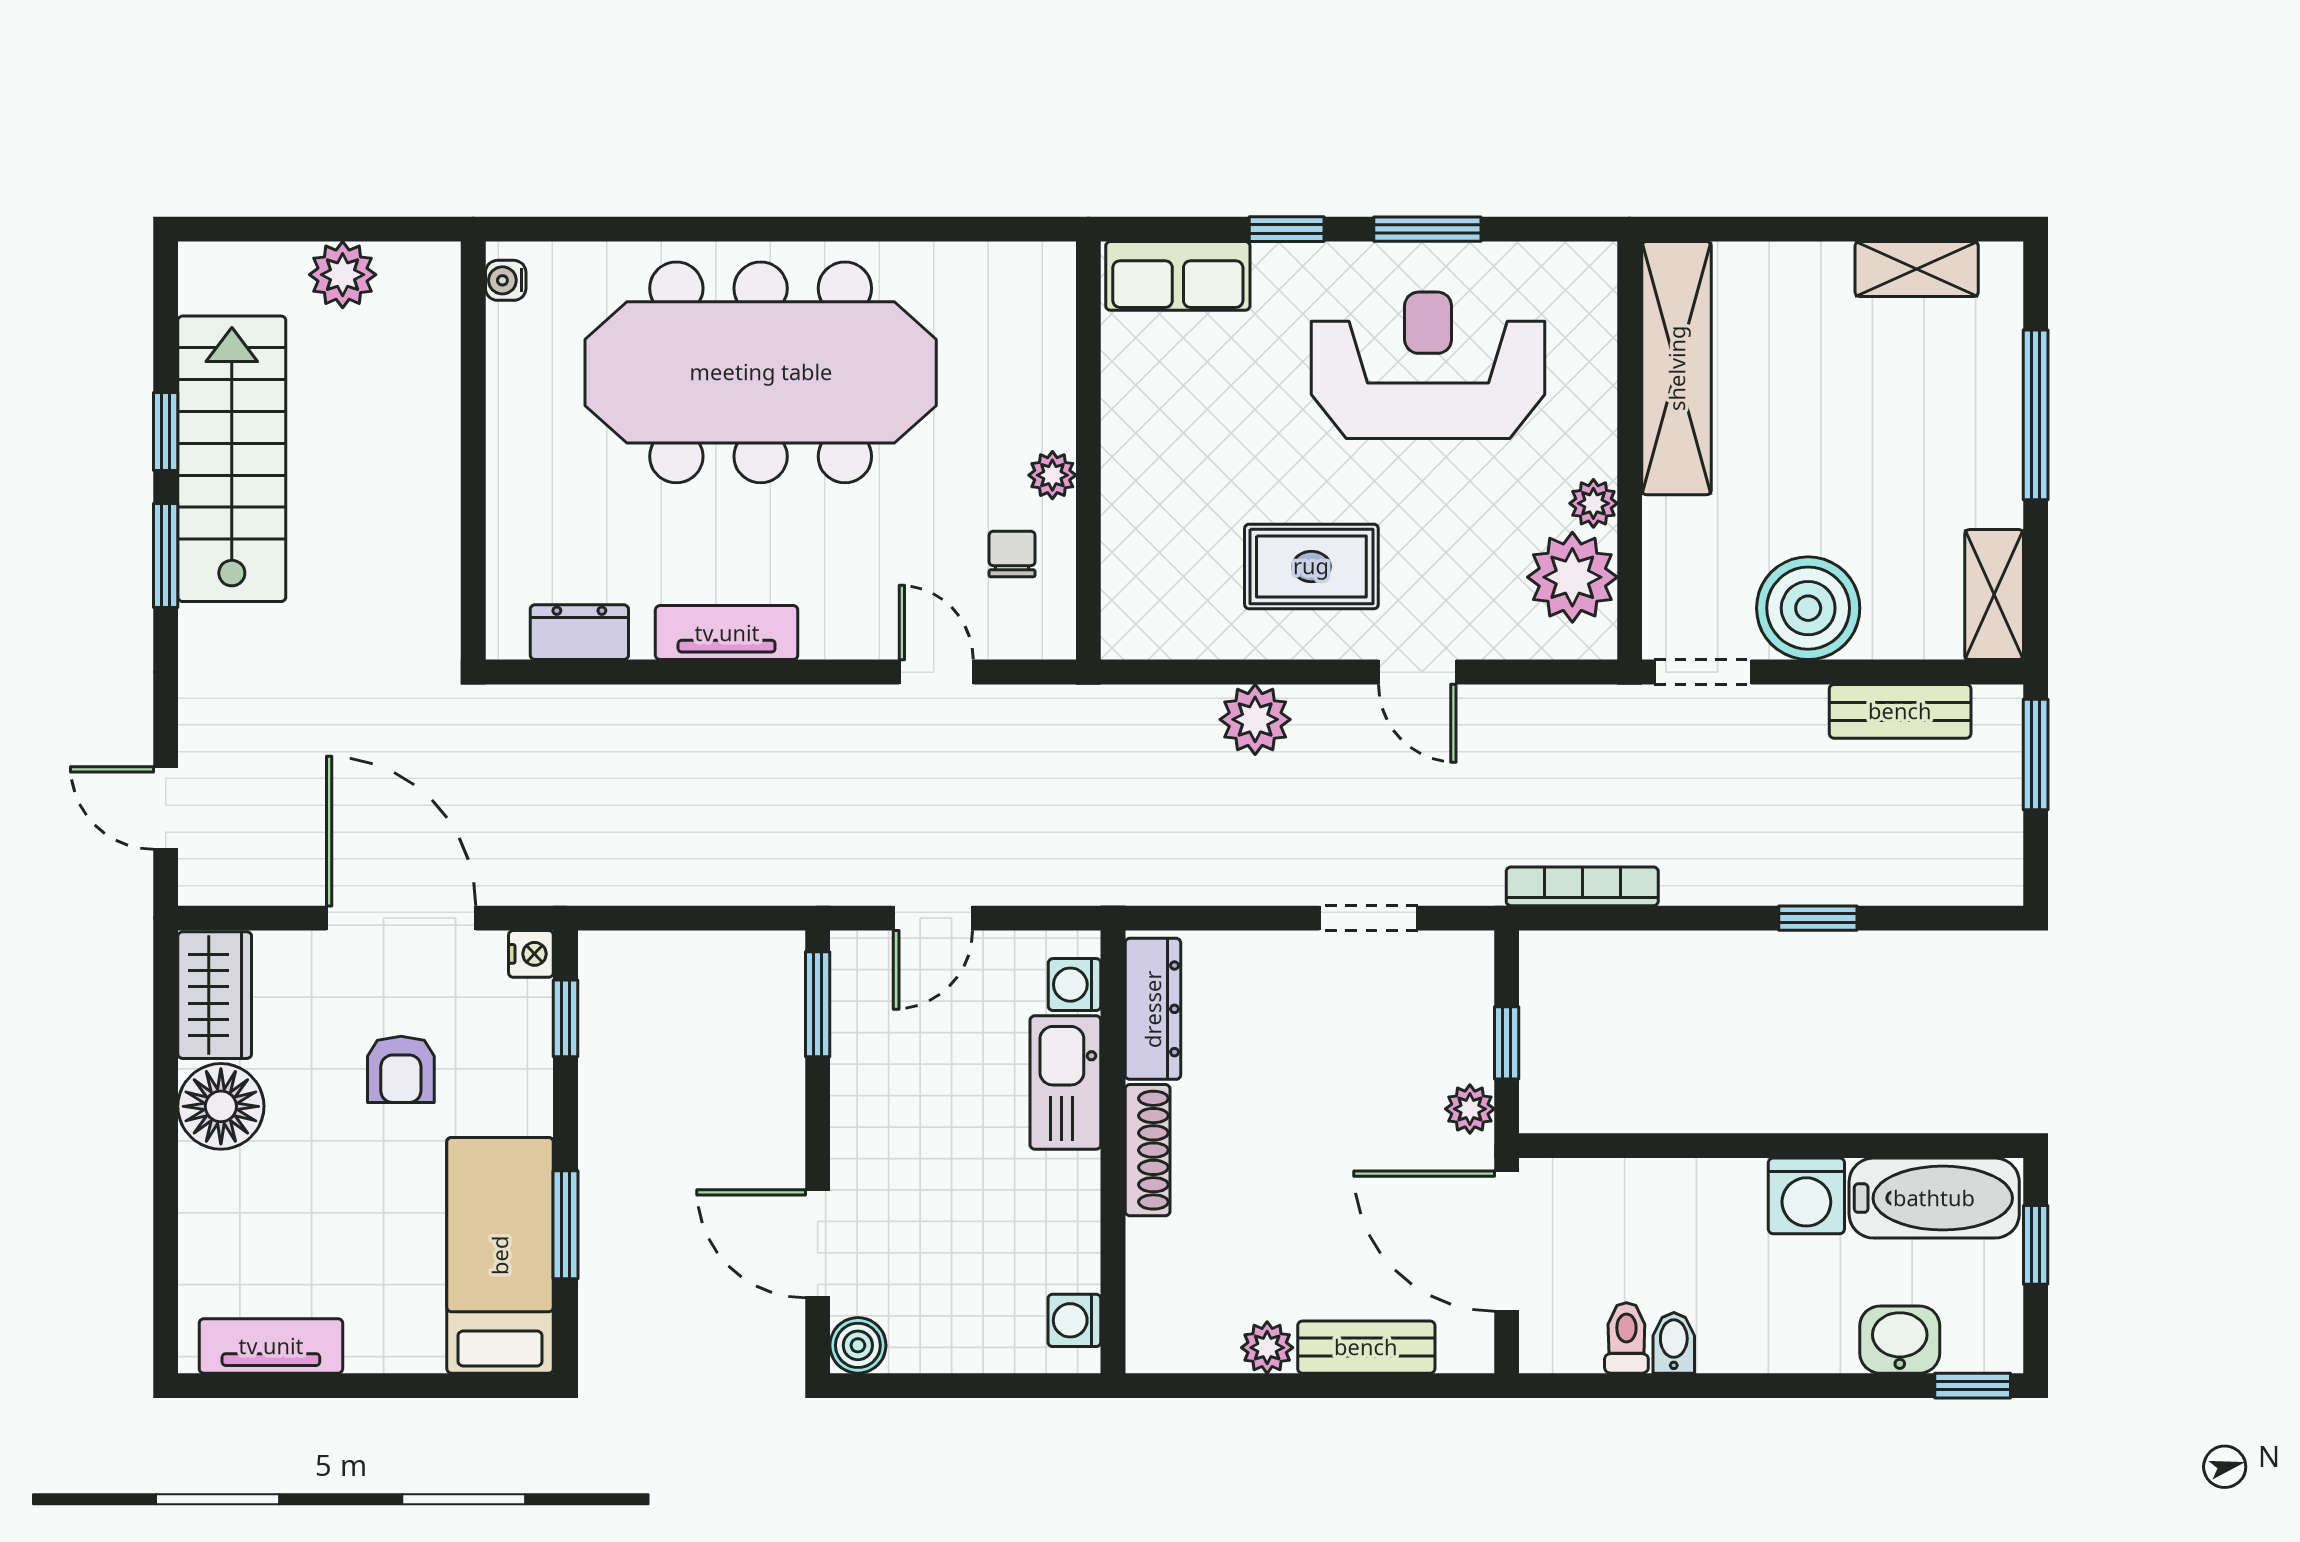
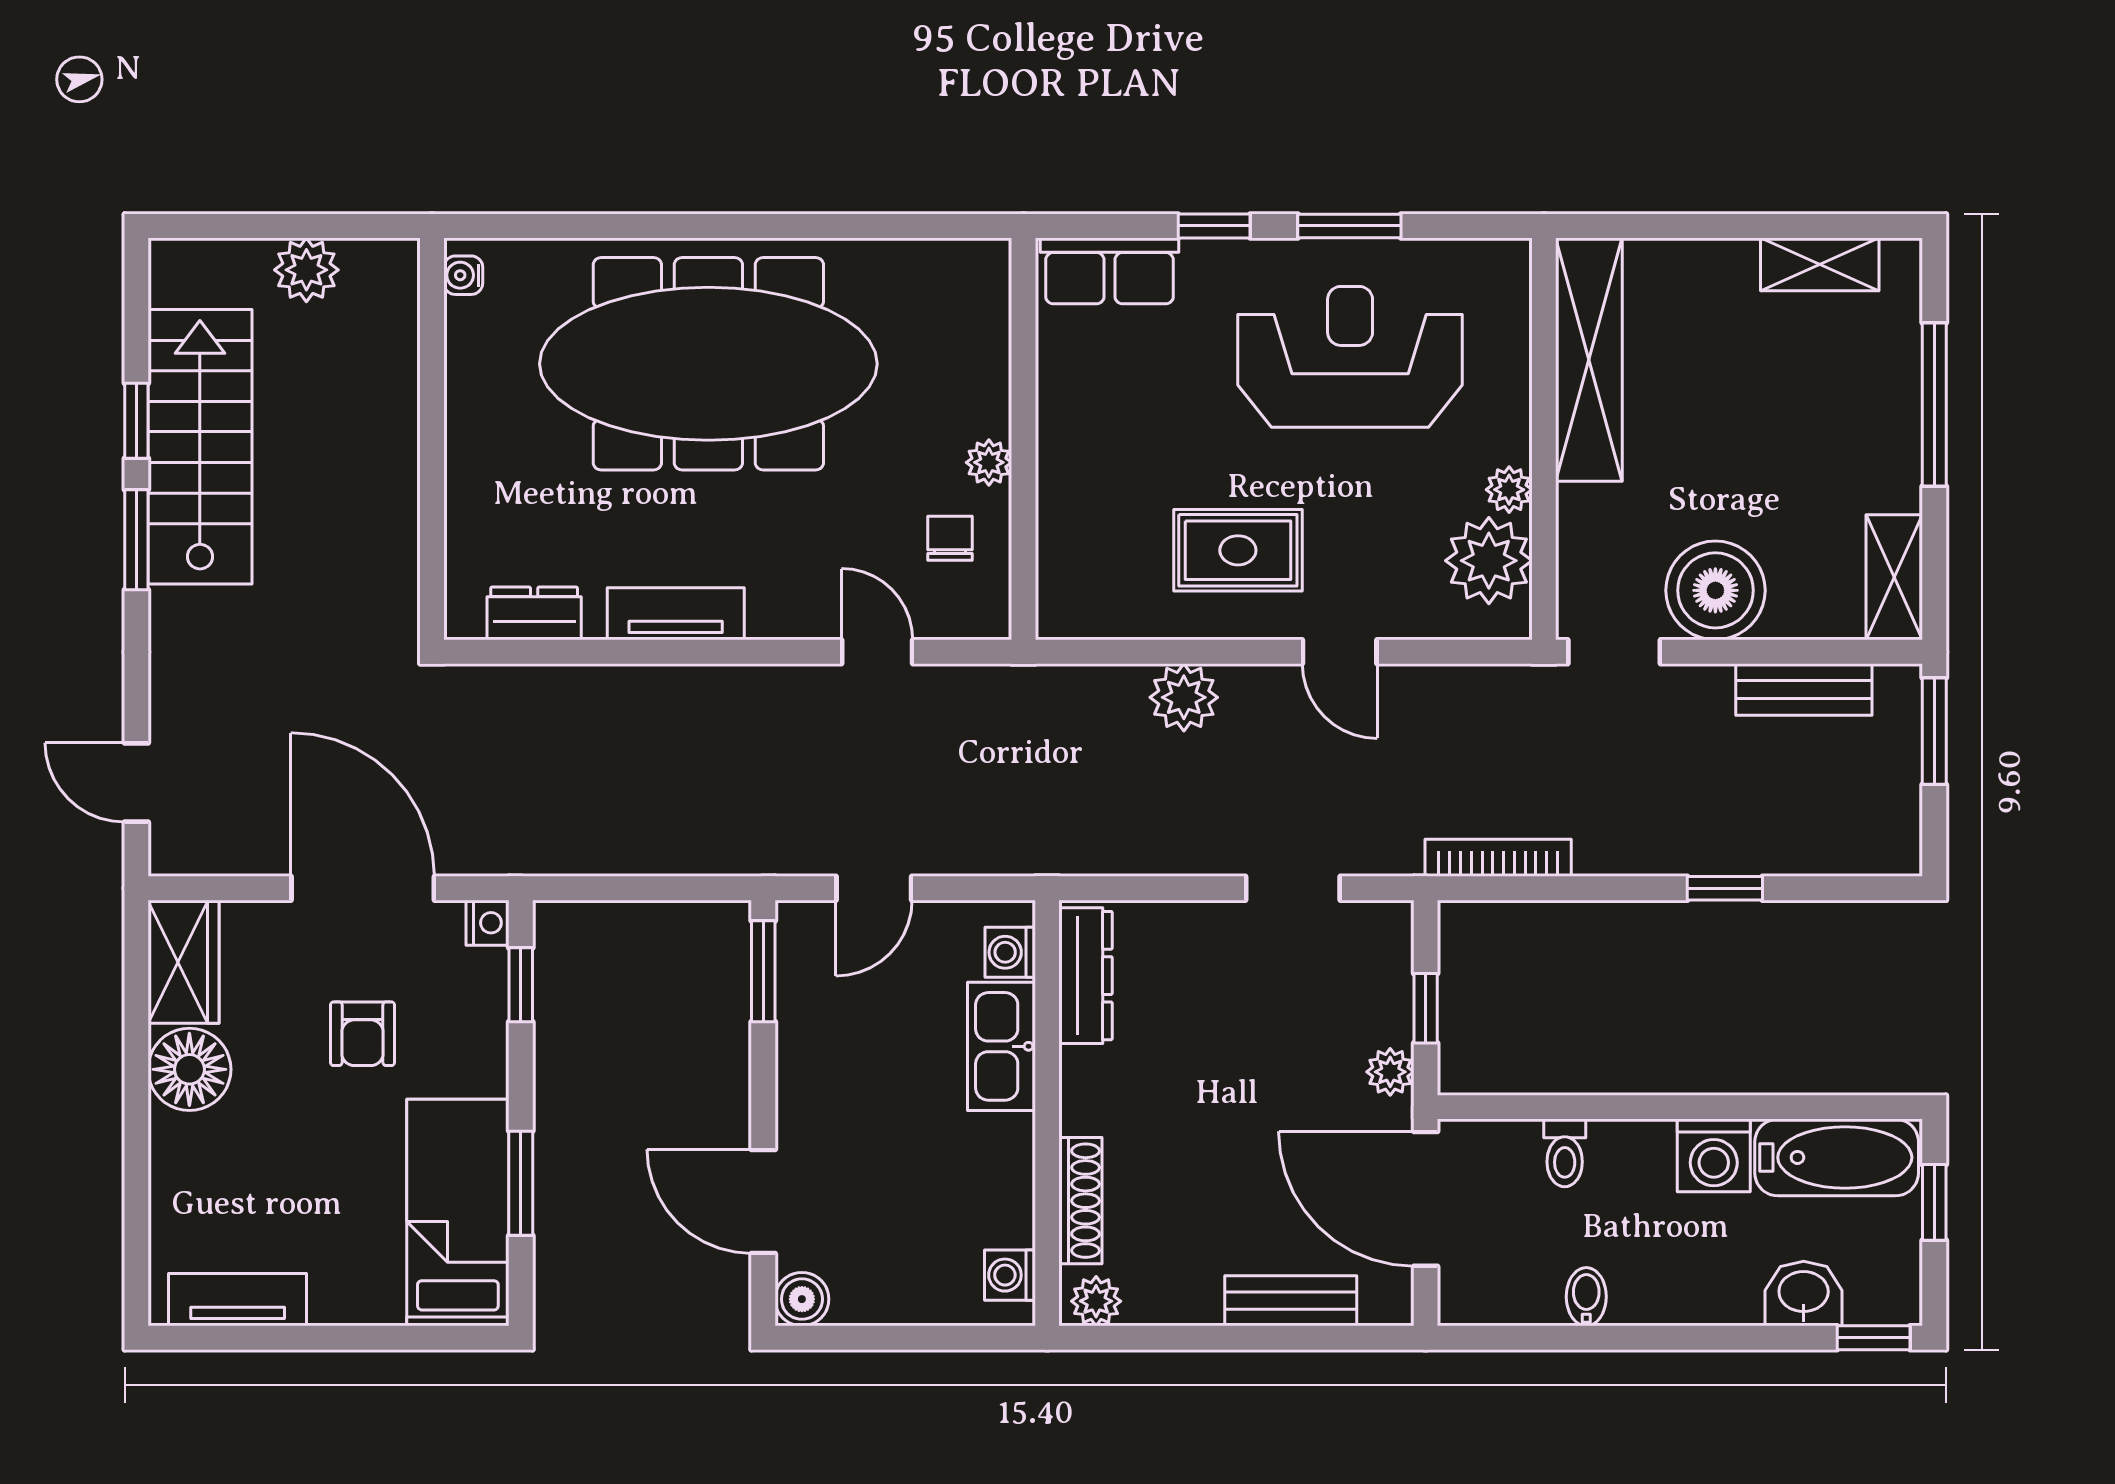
shoe rack: (1148, 1150) -> (1080, 1201), moved
toilet: (1626, 1338) -> (1565, 1153), moved, turned 180
plant: (1267, 1348) -> (1096, 1301), moved

